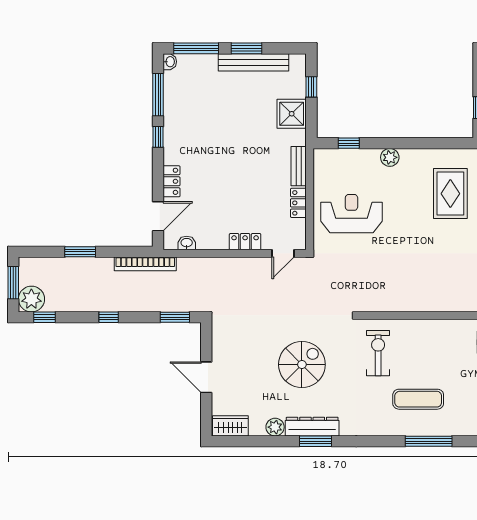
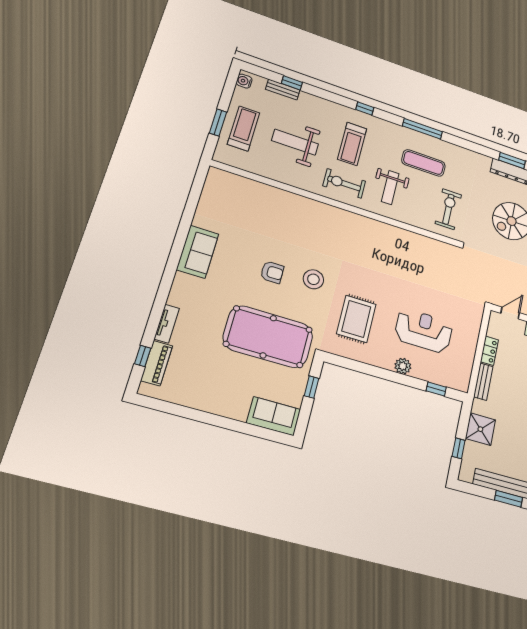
reception desk: (351, 214) -> (424, 331), moved, turned 180
exercise bike: (378, 353) -> (448, 209), turned 180
weight bench: (449, 356) -> (390, 188), added

